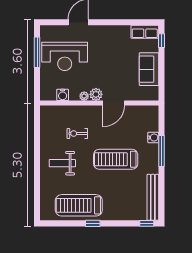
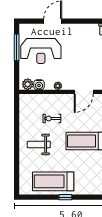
plant: (96, 94) -> (28, 84), moved

